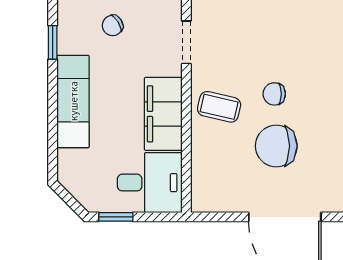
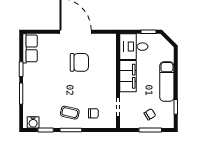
chair: (274, 94) -> (93, 113), moved
coffee table: (219, 107) -> (70, 113), moved

